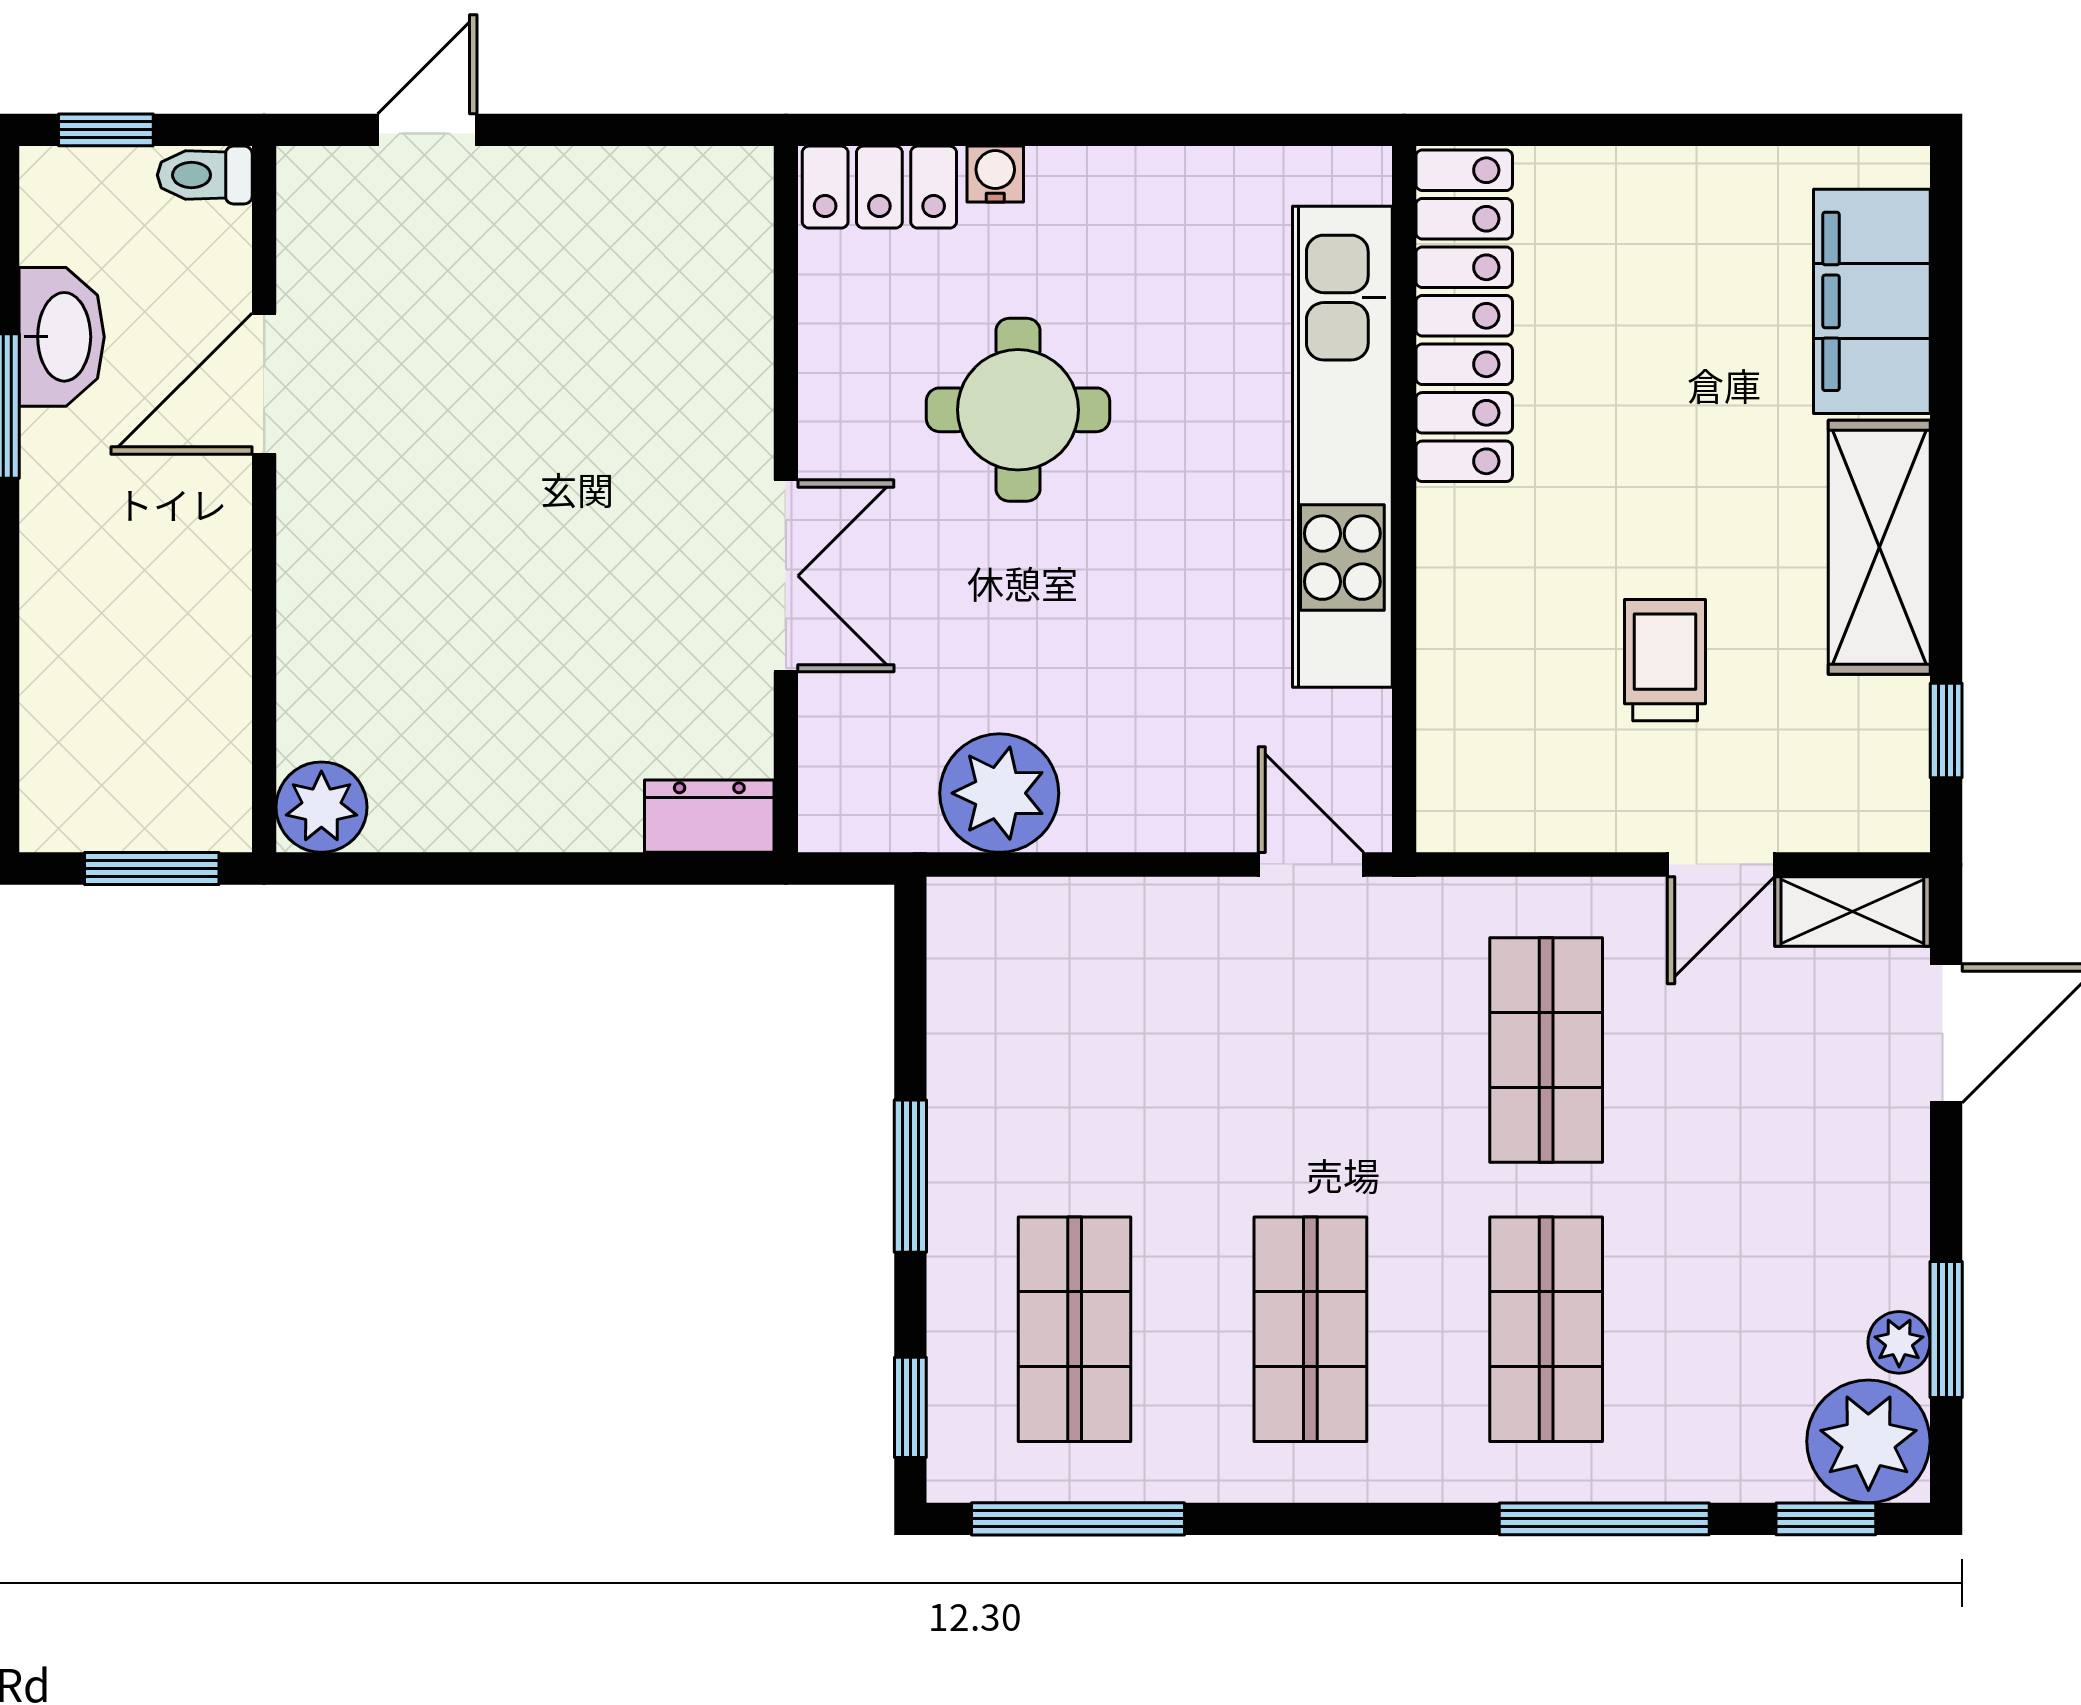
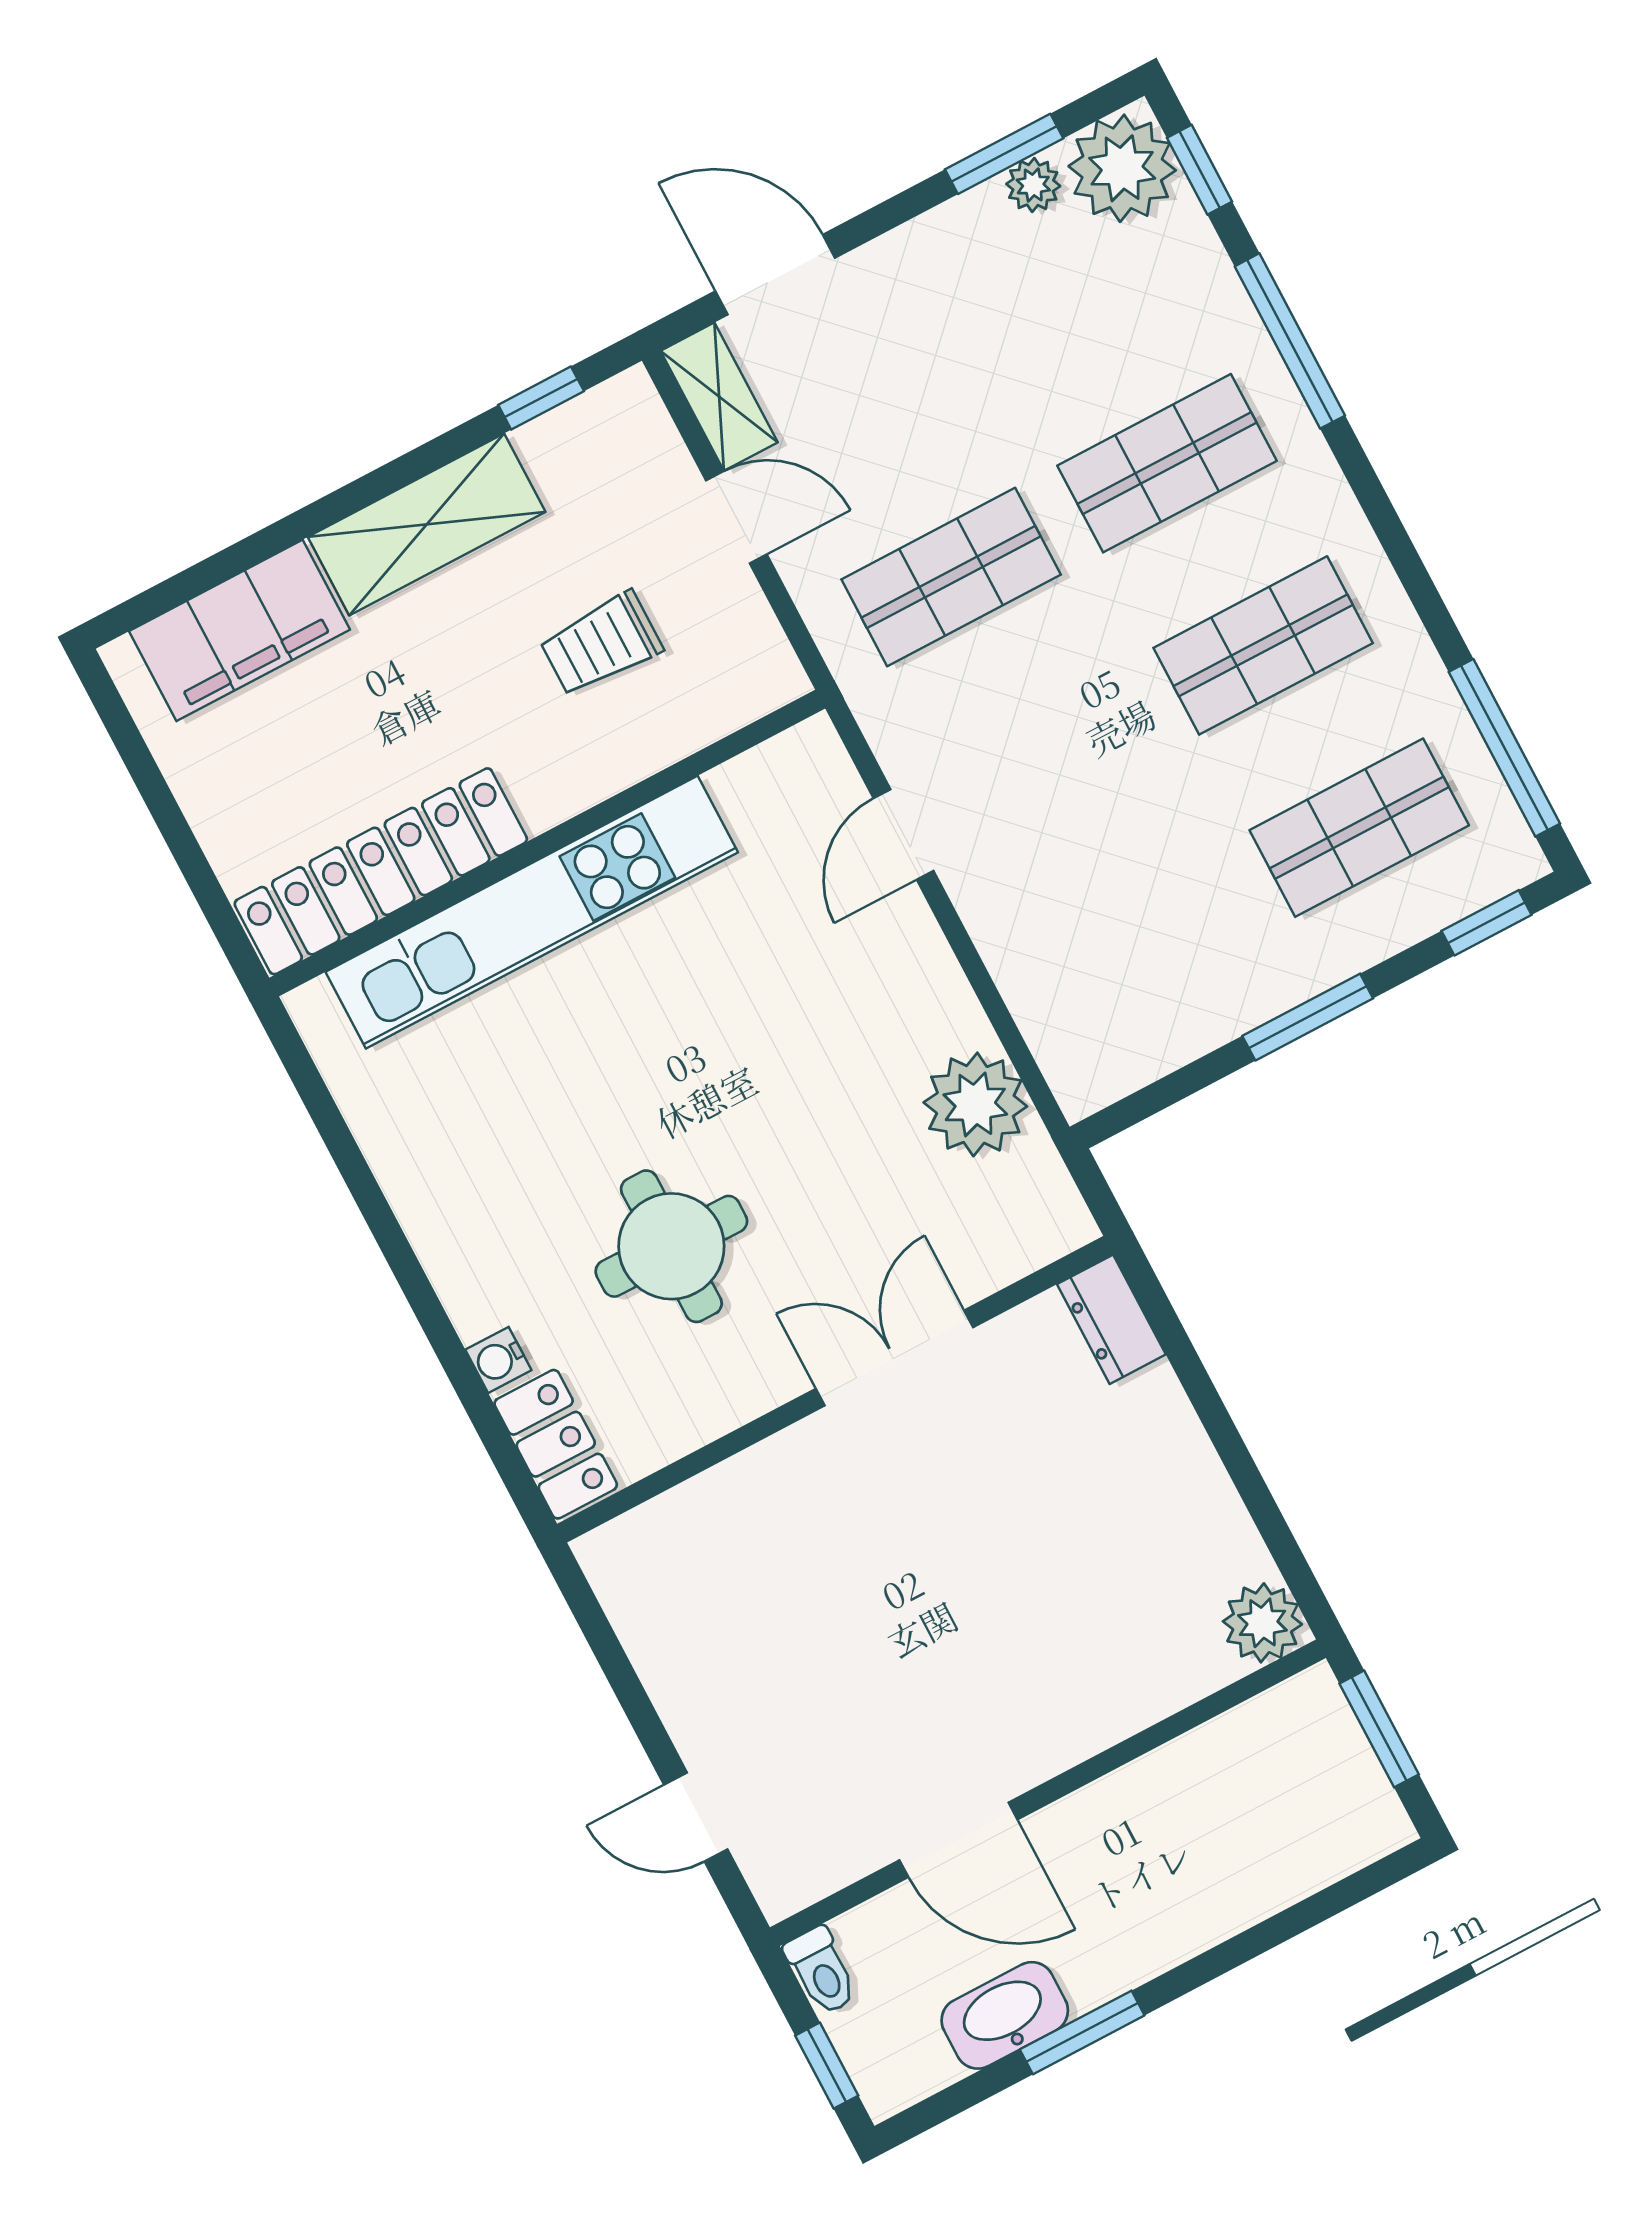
locker: (1464, 316) -> (381, 871), moved
kitchen unit: (1342, 447) -> (532, 912), moved
wall: (1404, 499) -> (547, 843), moved

